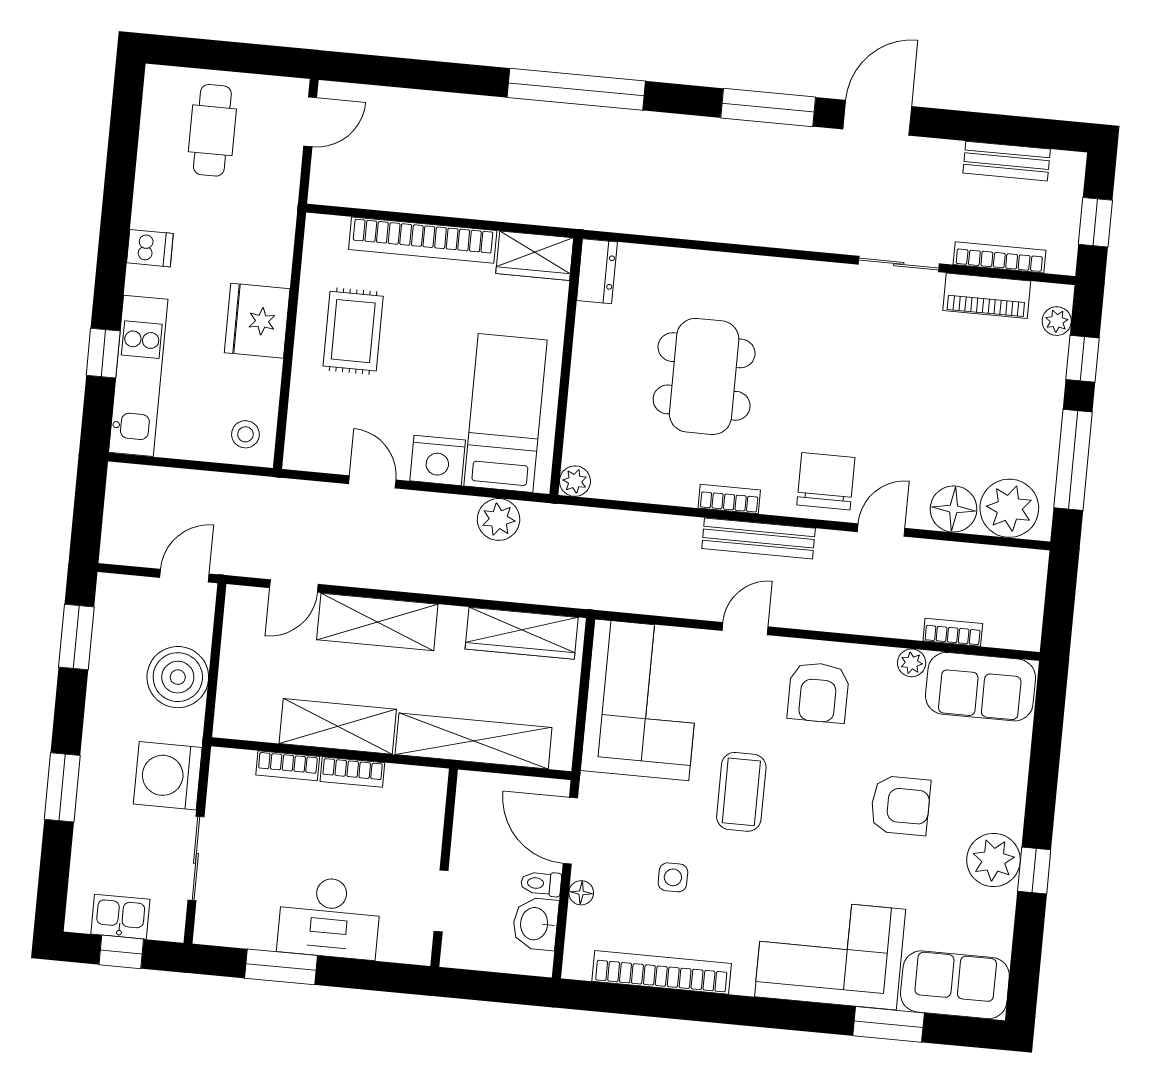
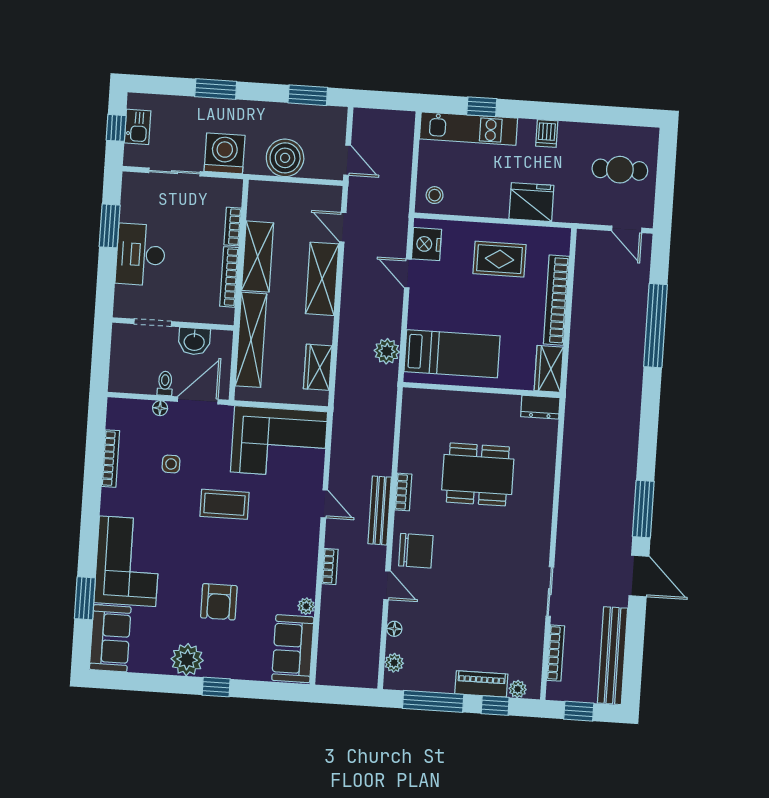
window: (576, 89) -> (656, 326), moved
bench: (1007, 161) -> (612, 656), width x1.86, depth x1.21
piano: (987, 296) -> (481, 684), moved, turned 90
fridge: (257, 321) -> (531, 202), moved
nightstand: (438, 460) -> (426, 244), moved
plant: (575, 481) -> (412, 397), removed
door: (372, 482) -> (408, 273), swing flipped
plant: (1009, 508) -> (394, 663), width x0.53, depth x0.53
floor lamp: (954, 509) -> (394, 629), width x0.53, depth x0.53
bookcase: (953, 632) -> (330, 566), moved
wardrobe: (522, 633) -> (318, 367), width x0.67
armchair: (818, 692) -> (287, 550), removed
bookcase: (352, 772) -> (229, 277), width x1.56
window: (1034, 870) -> (216, 687), moved
washbasin: (535, 924) -> (194, 341), moved, turned 180
bookcase: (662, 972) -> (111, 459), width x0.68, depth x0.76

